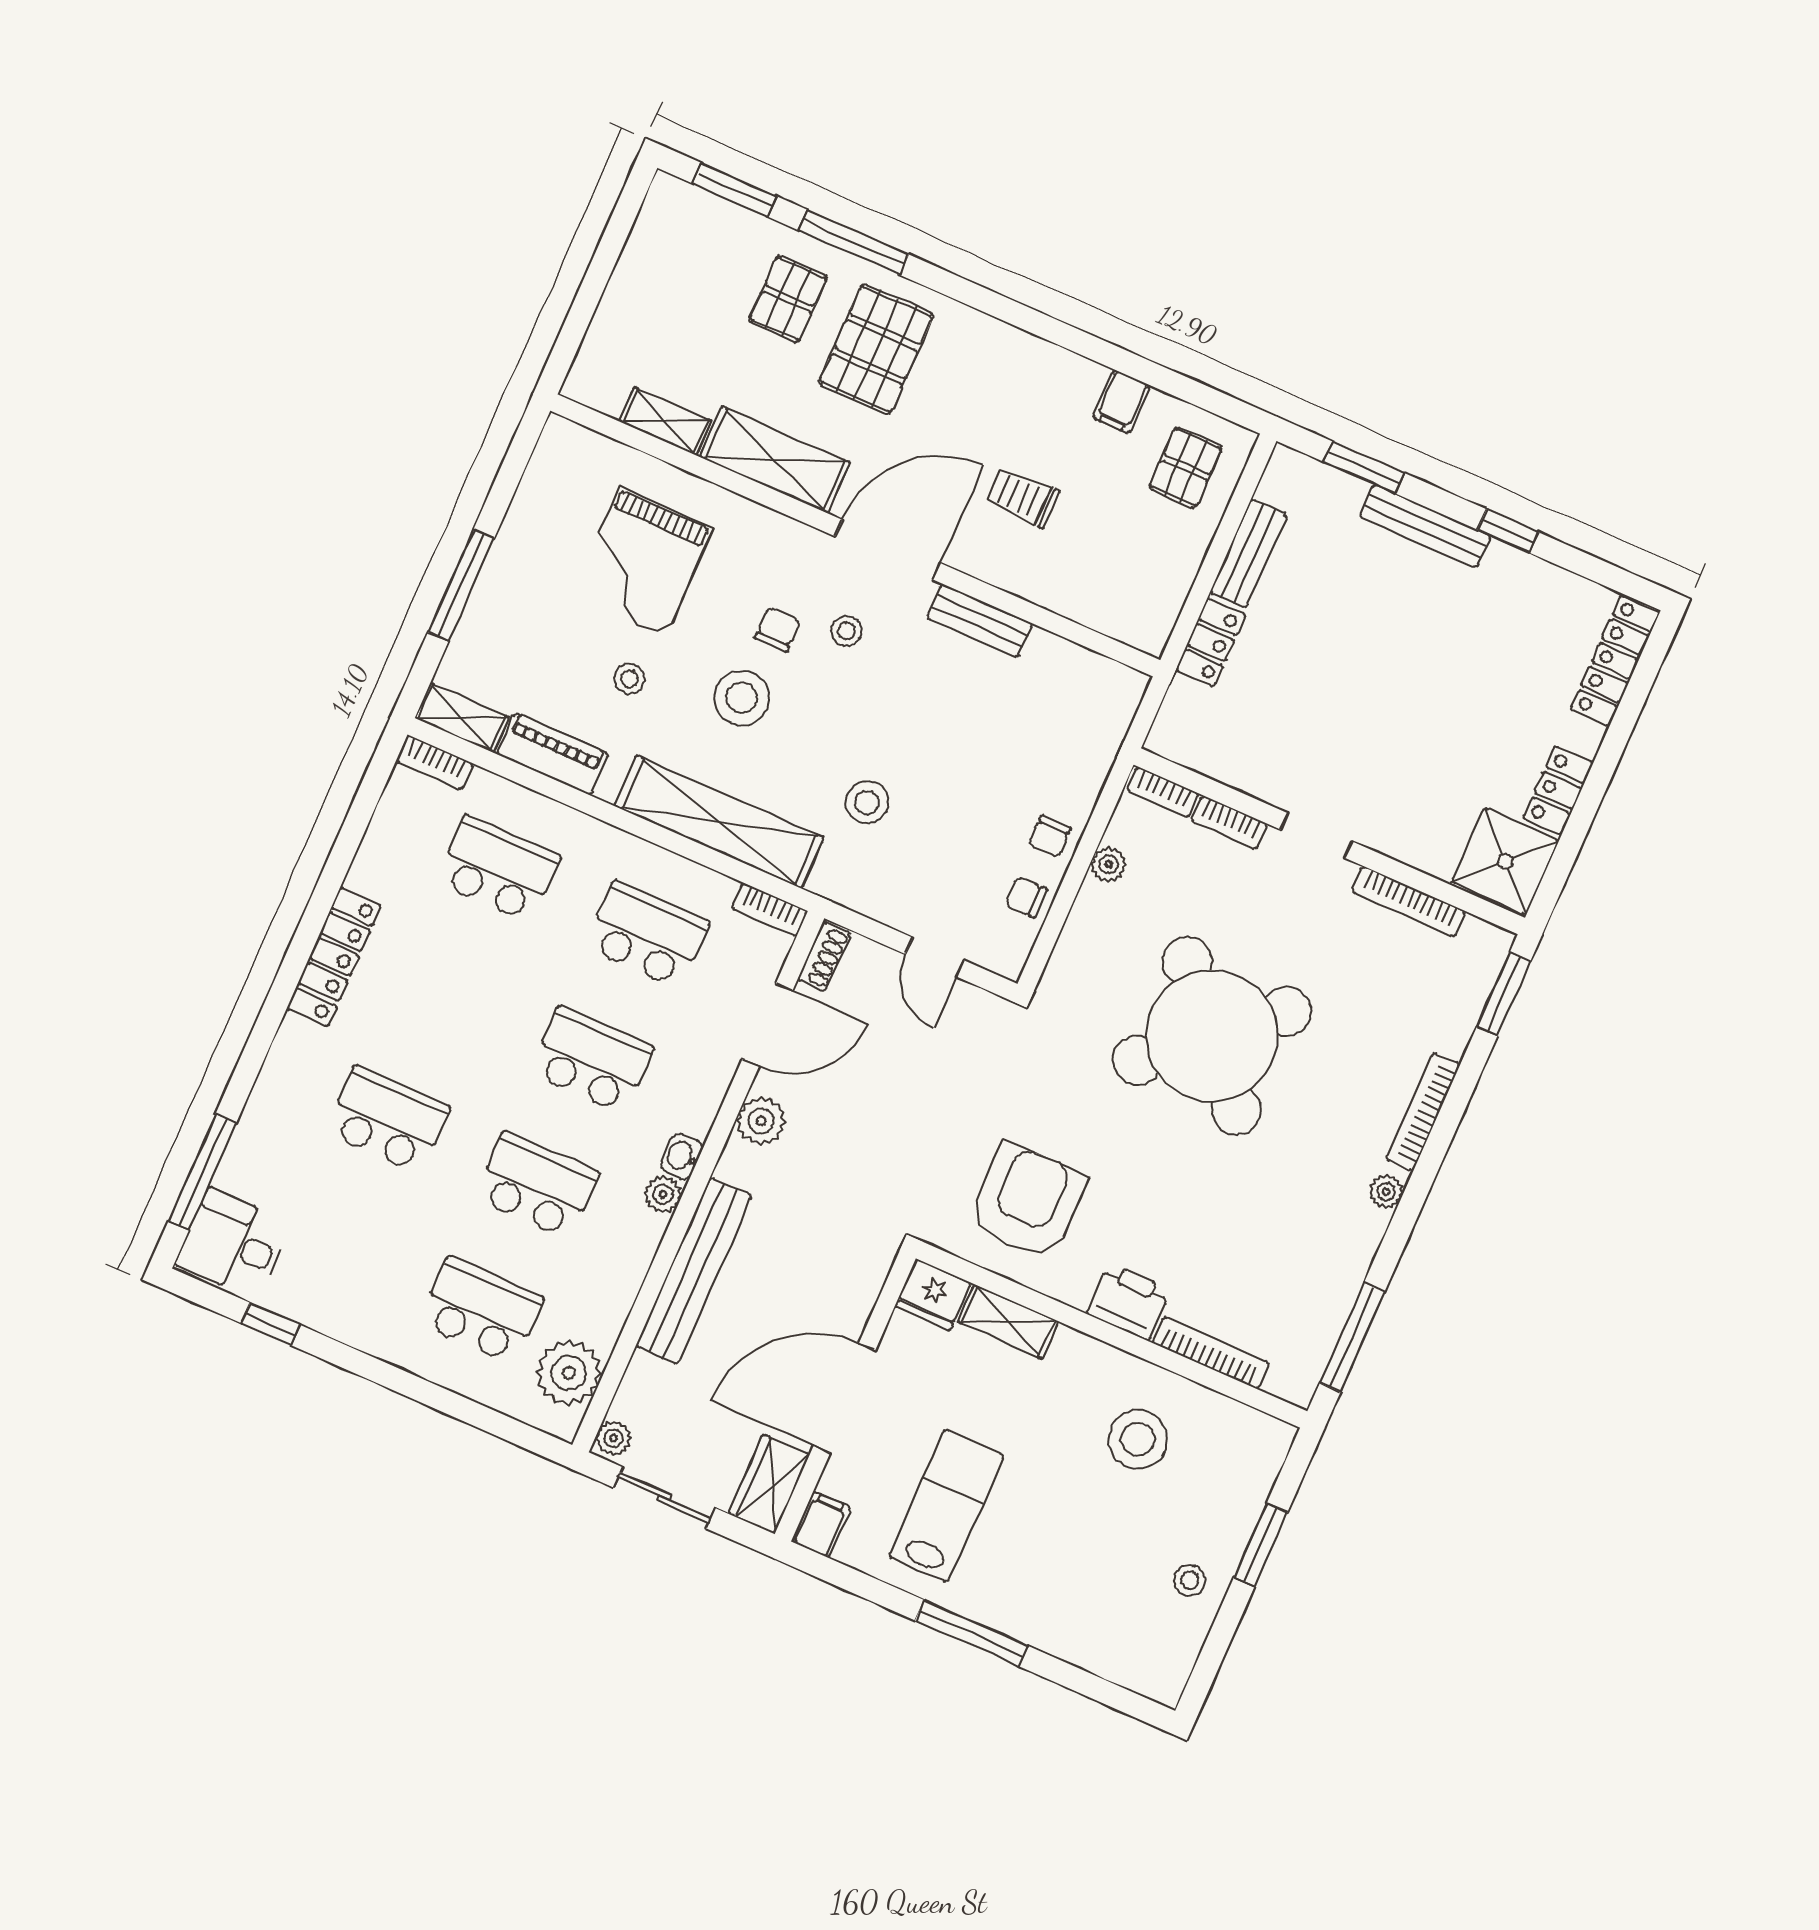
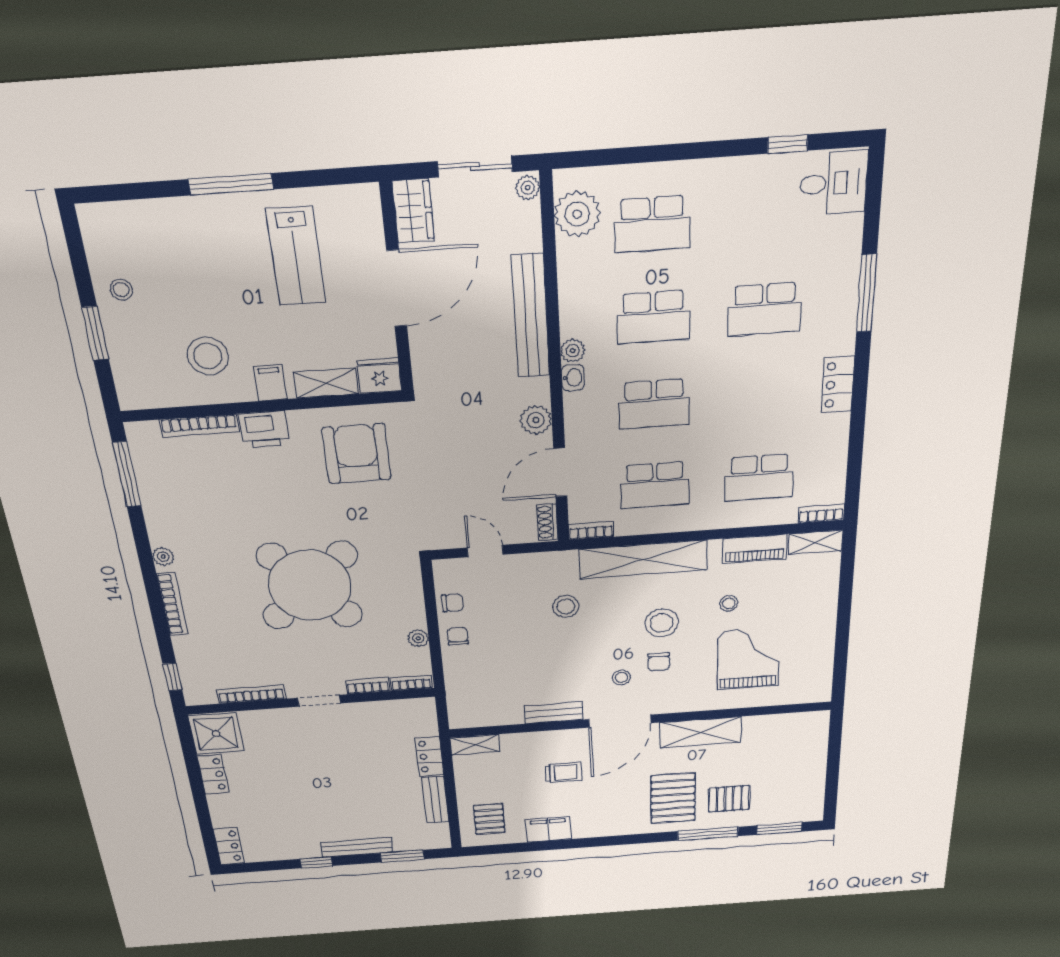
pallet: (788, 299) -> (729, 799), turned 90
filing cabinet: (1121, 402) -> (549, 829), width x2.00
shelving: (665, 421) -> (475, 745), moved
window: (461, 585) -> (844, 604), removed
locker: (1615, 661) -> (229, 846), width x0.66
locker: (334, 957) -> (838, 385), width x0.66
window: (1504, 994) -> (172, 677), width x0.67
window: (202, 1172) -> (867, 293), moved
armchair: (1027, 1201) -> (357, 454), turned 180
filing cabinet: (821, 1525) -> (270, 383), moved, turned 180

